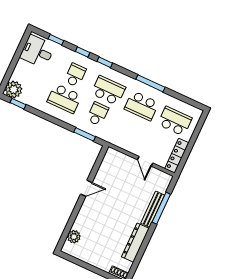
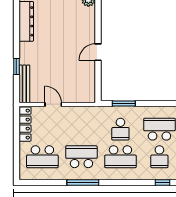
window: (105, 62) -> (136, 182), removed
window: (161, 208) -> (16, 66), width x0.46
bench: (153, 209) -> (24, 84), moved

